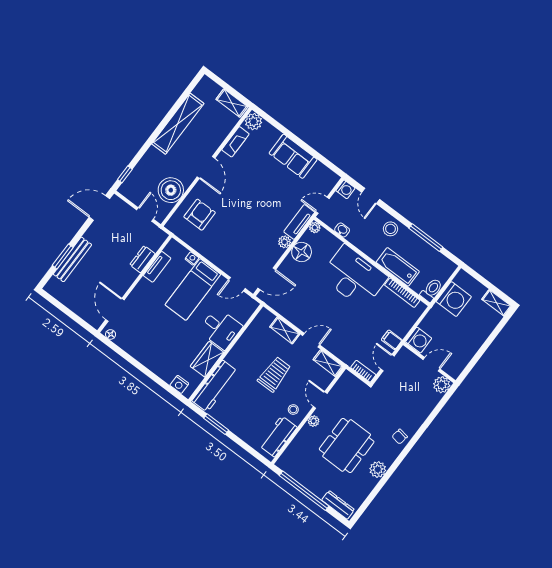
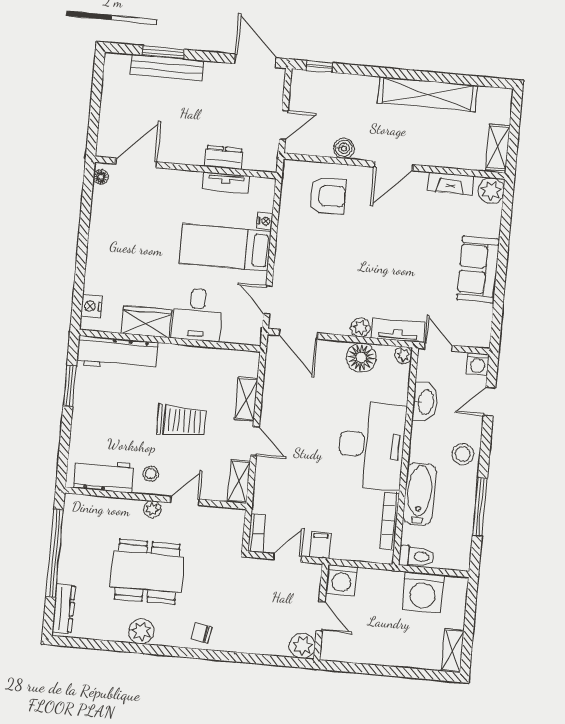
boiler: (171, 190) -> (344, 148), width x0.54, depth x0.54
washbasin: (342, 230) -> (425, 402), width x1.91, depth x1.45

